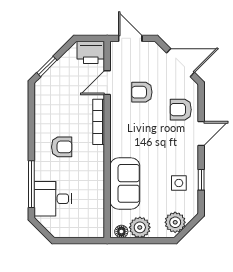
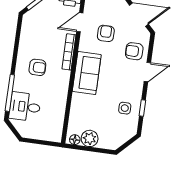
armchair: (142, 92) -> (106, 33), turned 90
sofa: (125, 183) -> (87, 73), moved
plant: (175, 222) -> (118, 138), removed

